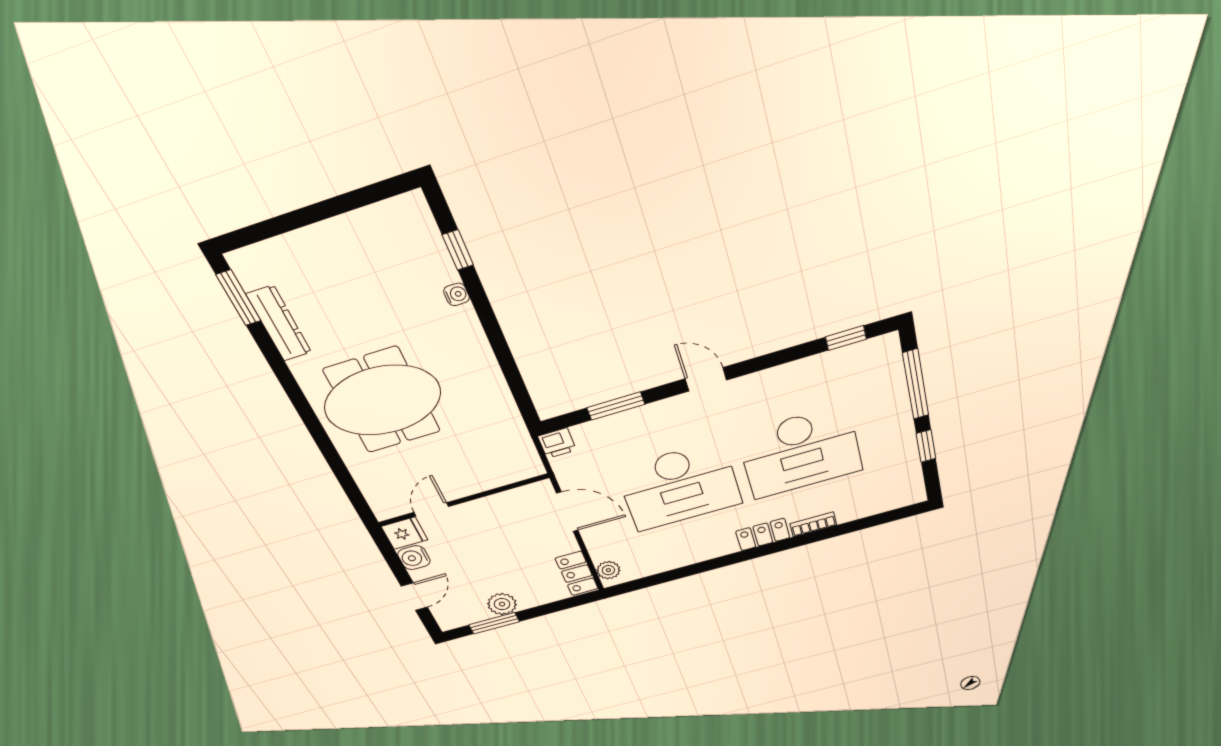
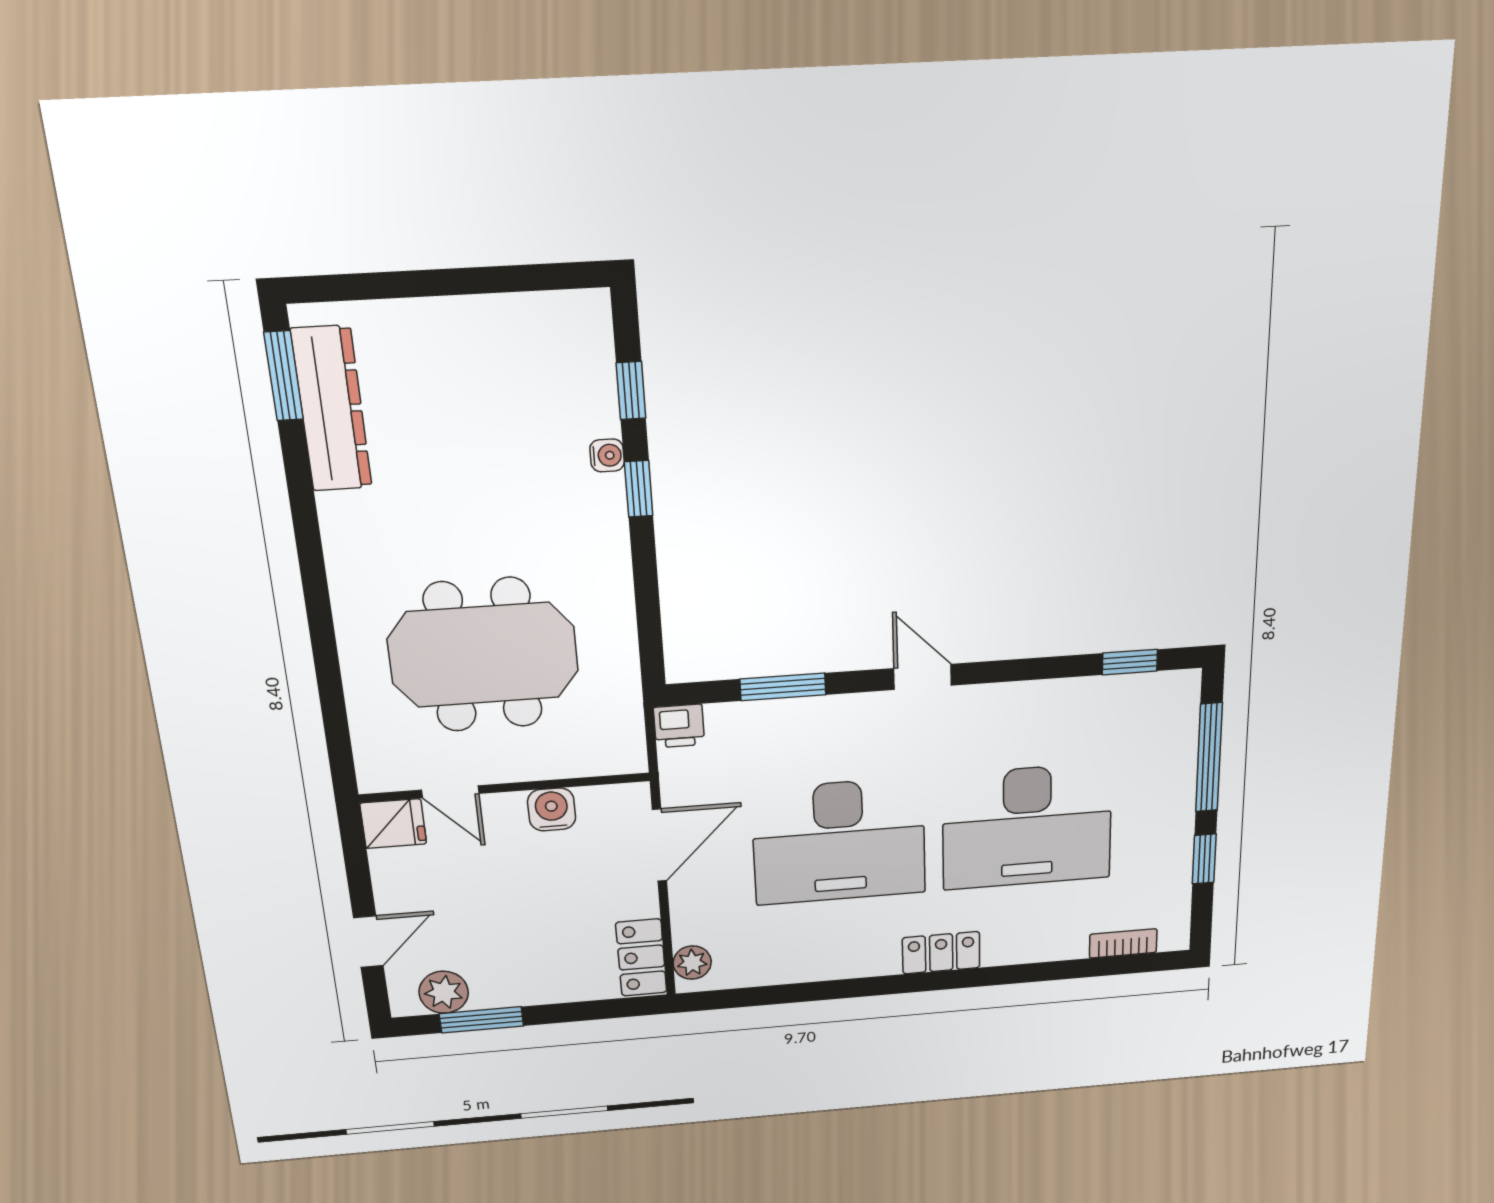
window: (484, 310) -> (639, 489), added
dresser: (279, 324) -> (332, 409), width x1.37, depth x1.24
meeting table: (382, 401) -> (483, 655), moved
door: (431, 509) -> (450, 792), swing flipped
door: (567, 512) -> (659, 845), hinge flipped
bookcase: (813, 524) -> (1123, 943), moved
water cooler: (414, 558) -> (552, 809), moved, turned 90
plant: (502, 604) -> (444, 992), moved

